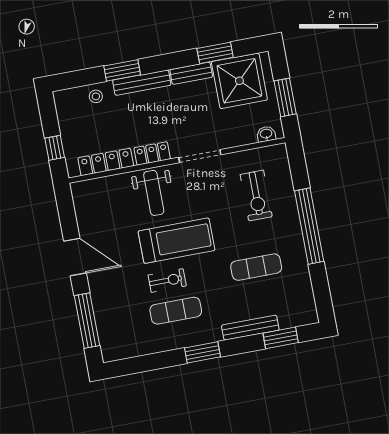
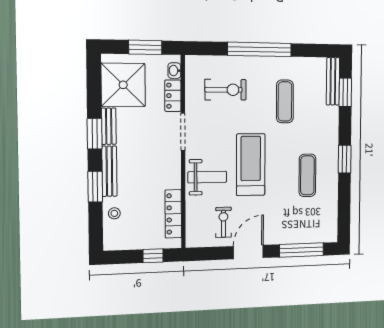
window: (215, 53) -> (95, 134), moved
locker: (152, 153) -> (173, 96), moved
exercise bike: (167, 280) -> (223, 222), moved
bench: (250, 328) -> (333, 81), moved

